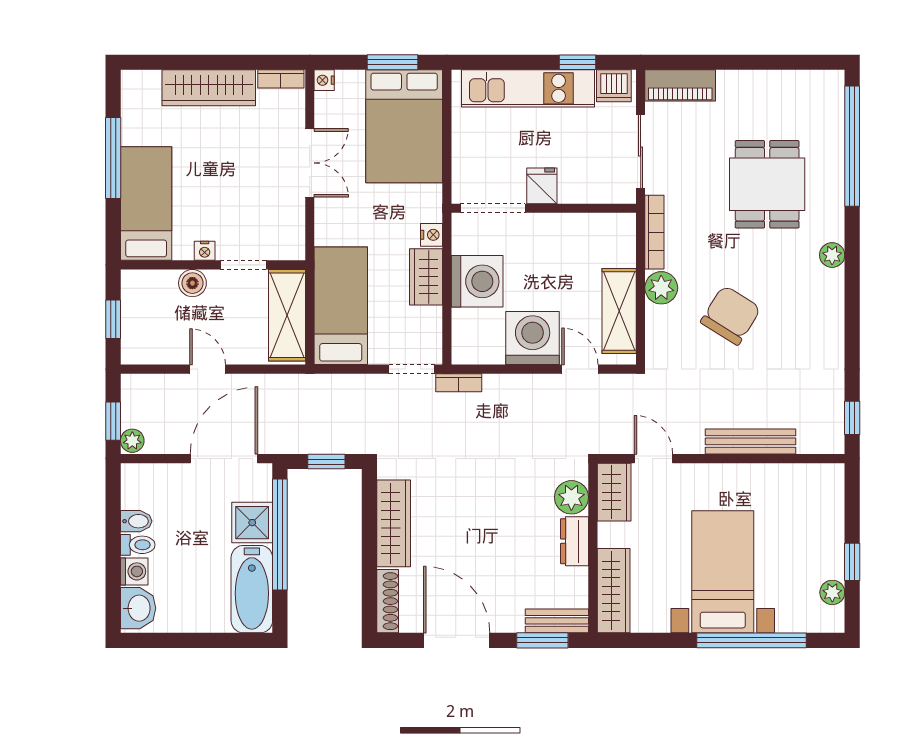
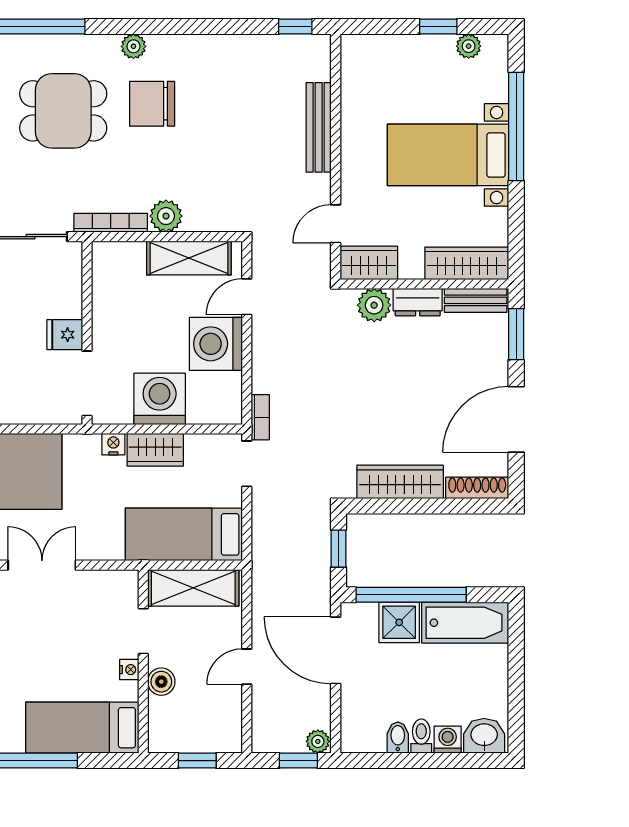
chair: (731, 315) -> (152, 104), moved, turned -32
bench: (557, 621) -> (476, 300), moved, turned 90

